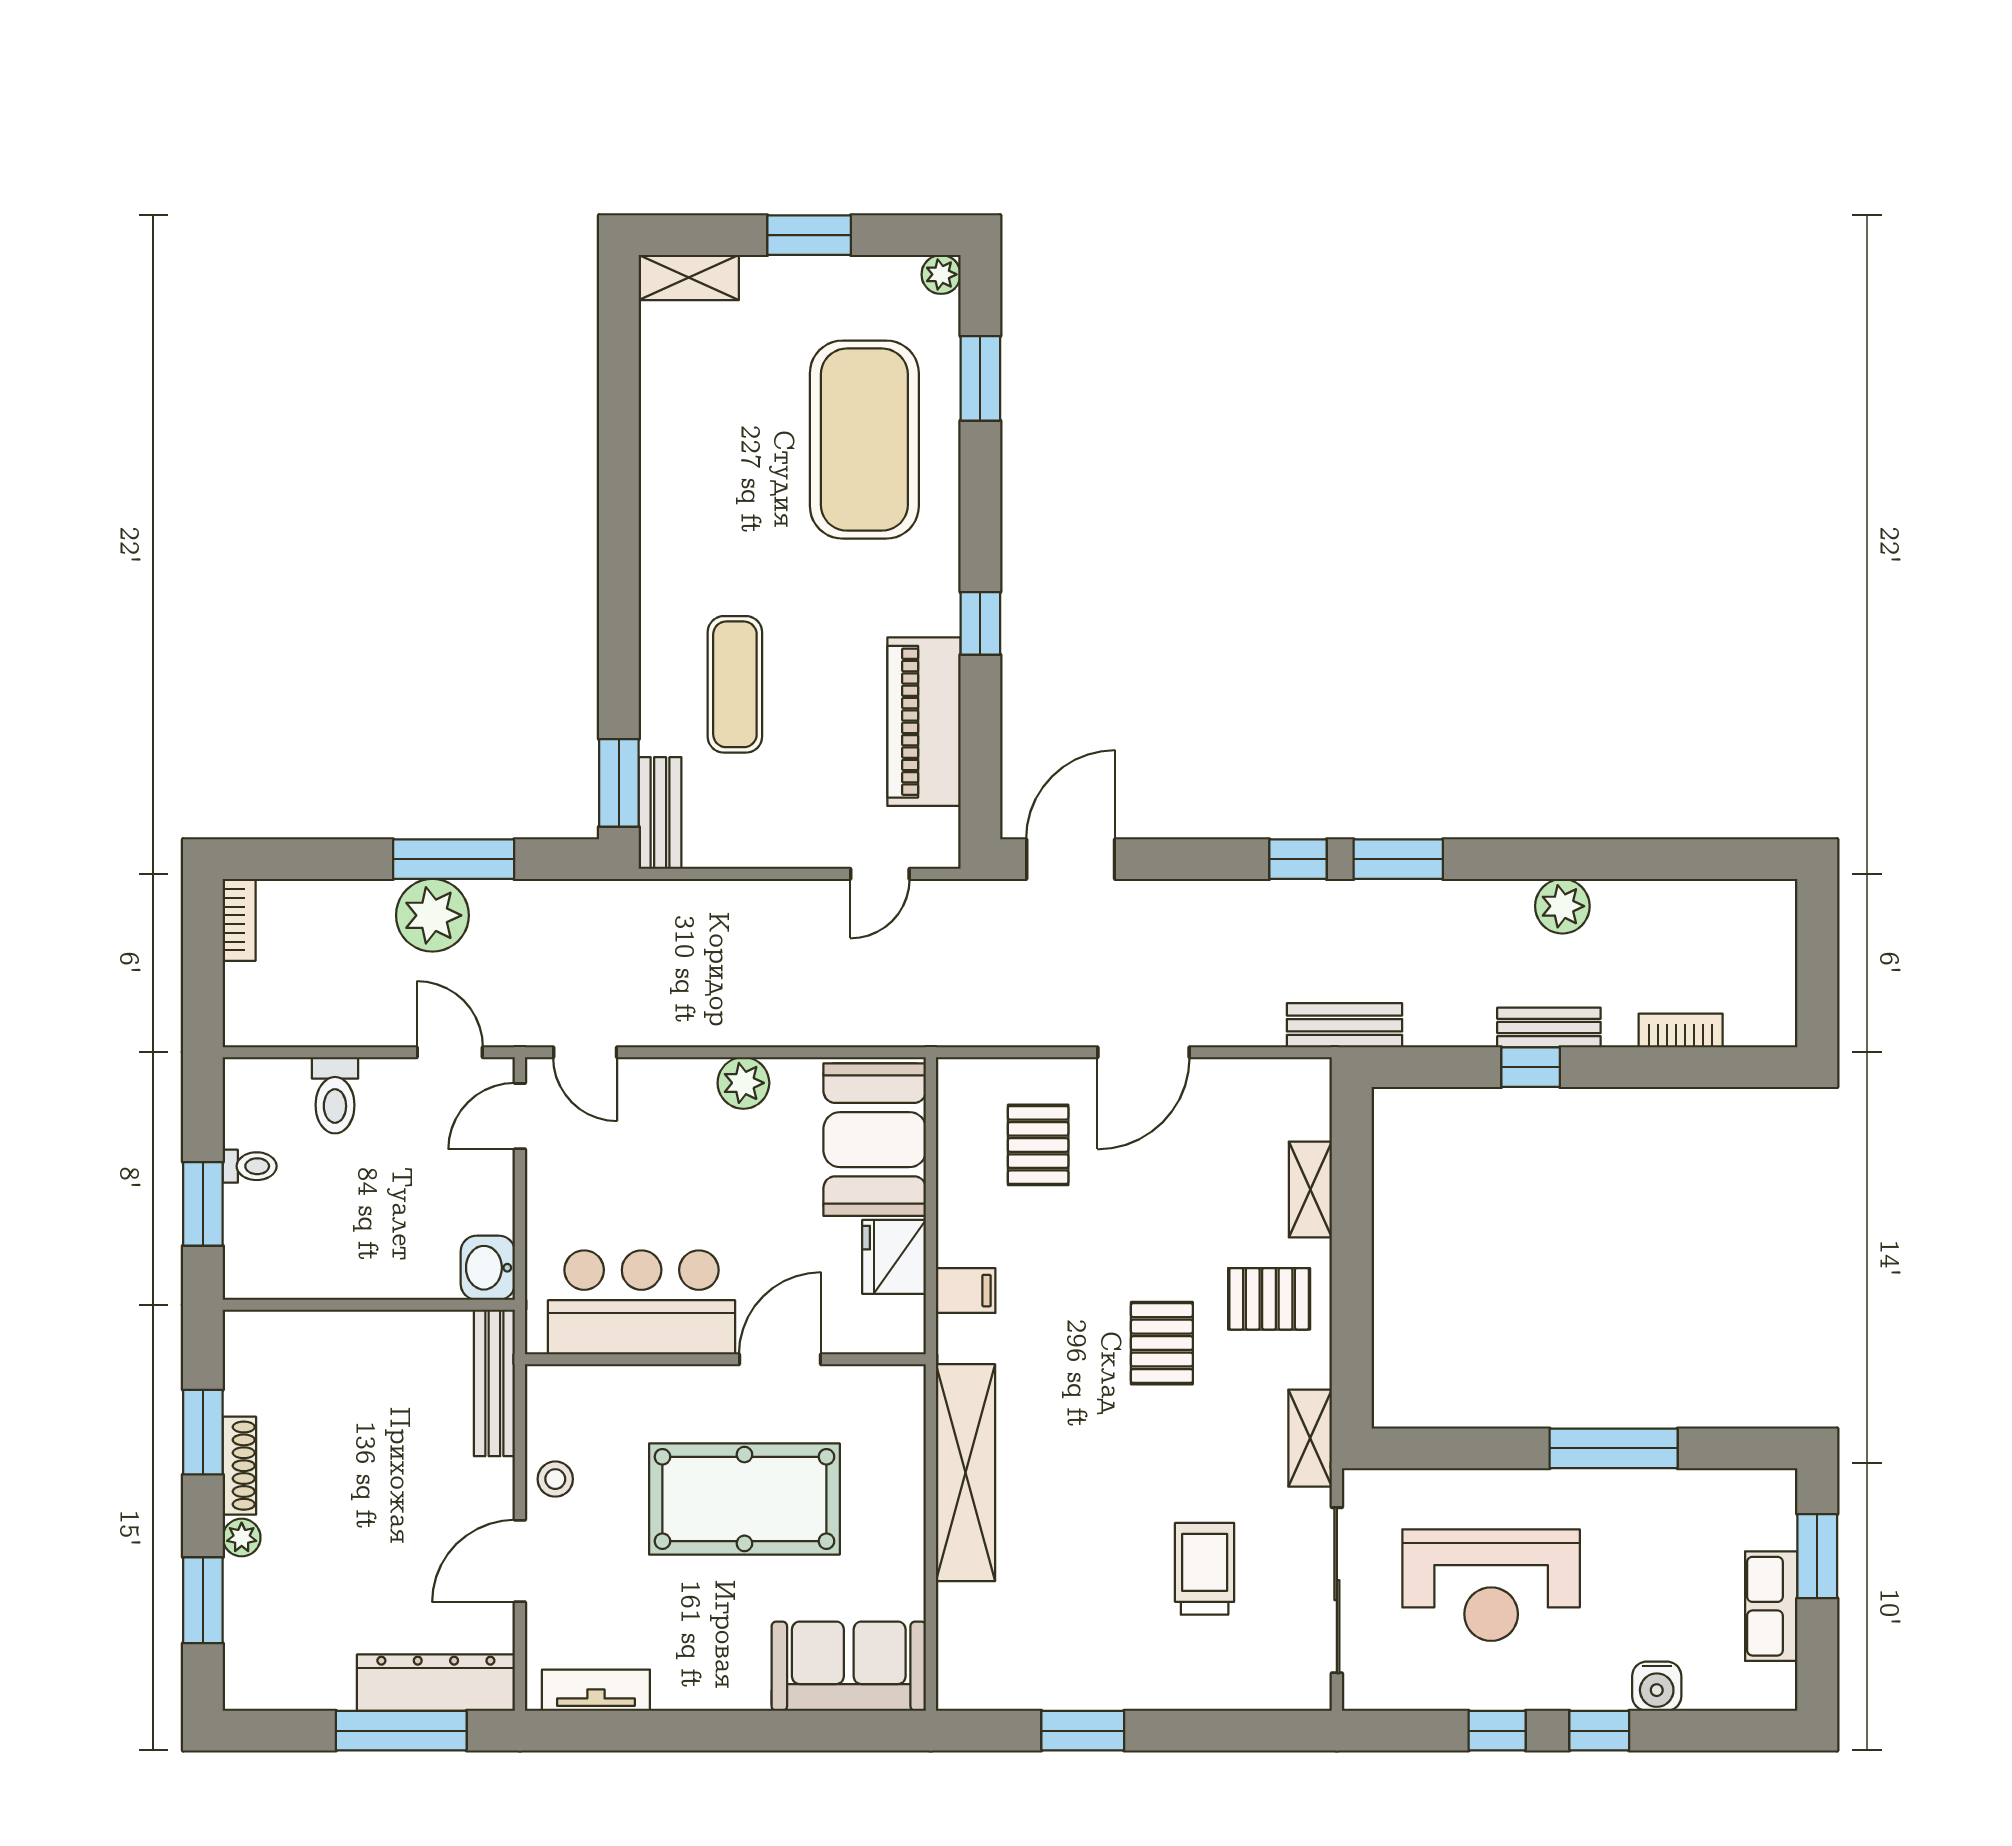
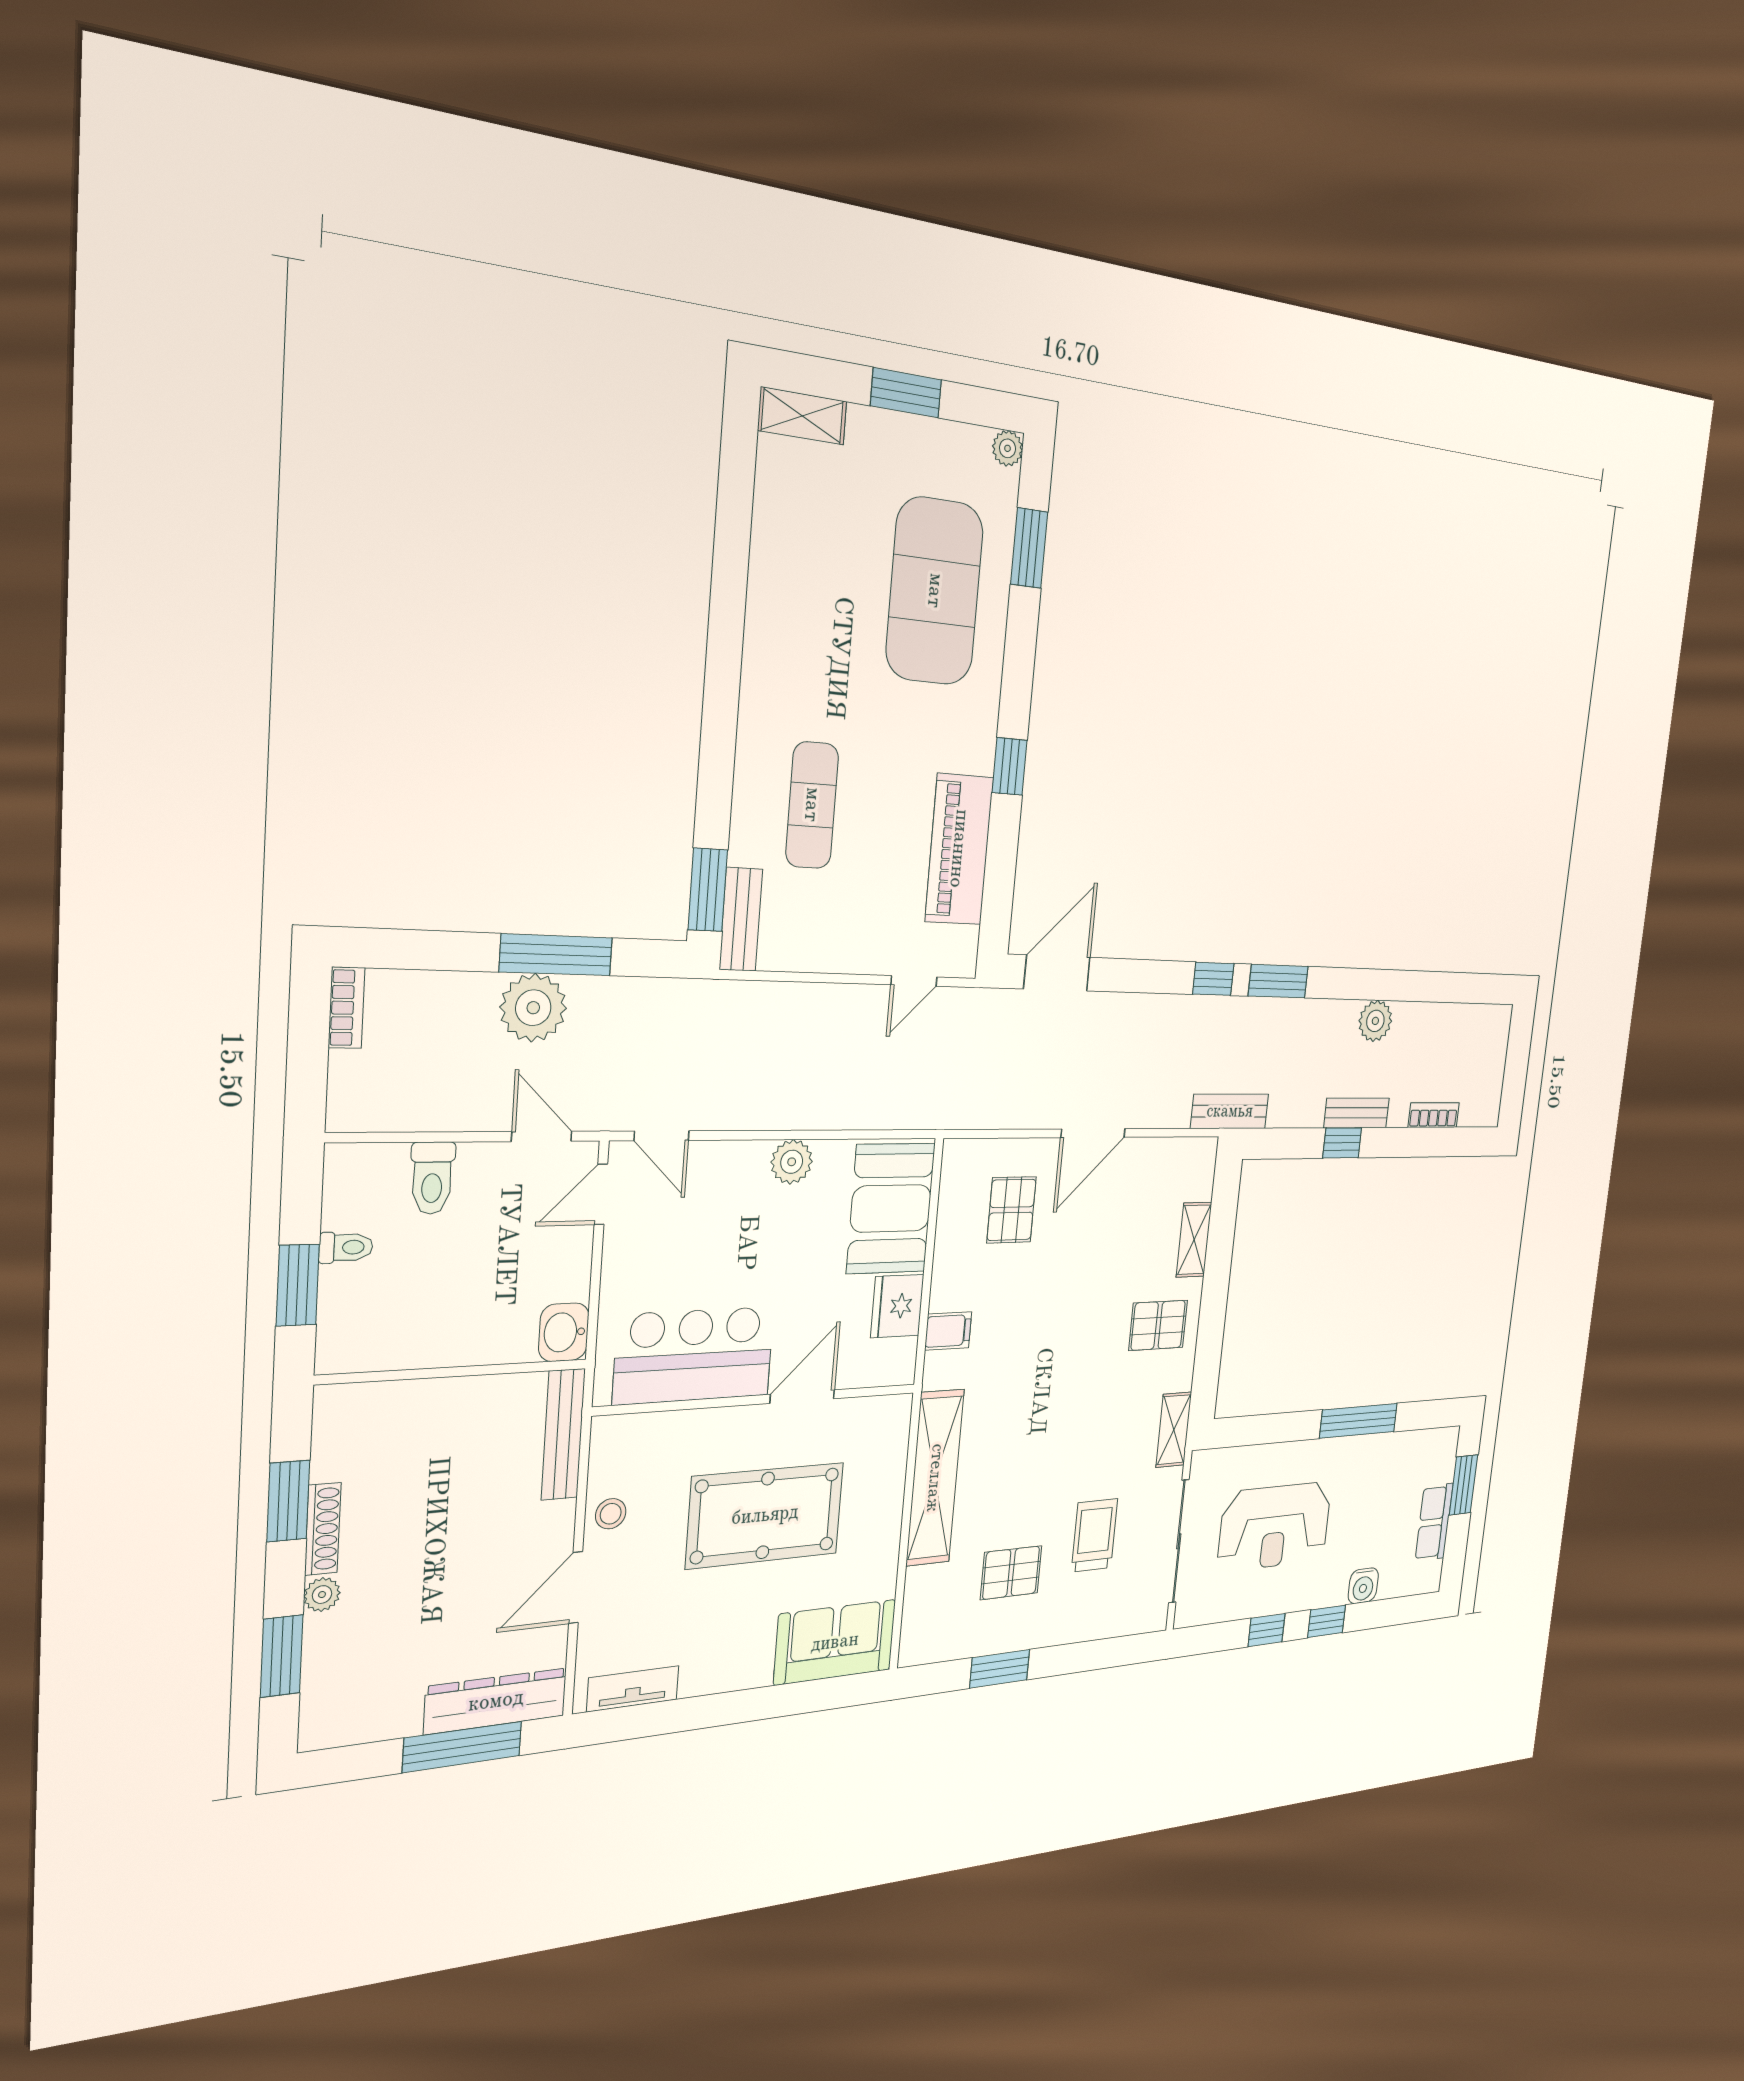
pallet: (1162, 1343) -> (1011, 1573), moved, turned 90

